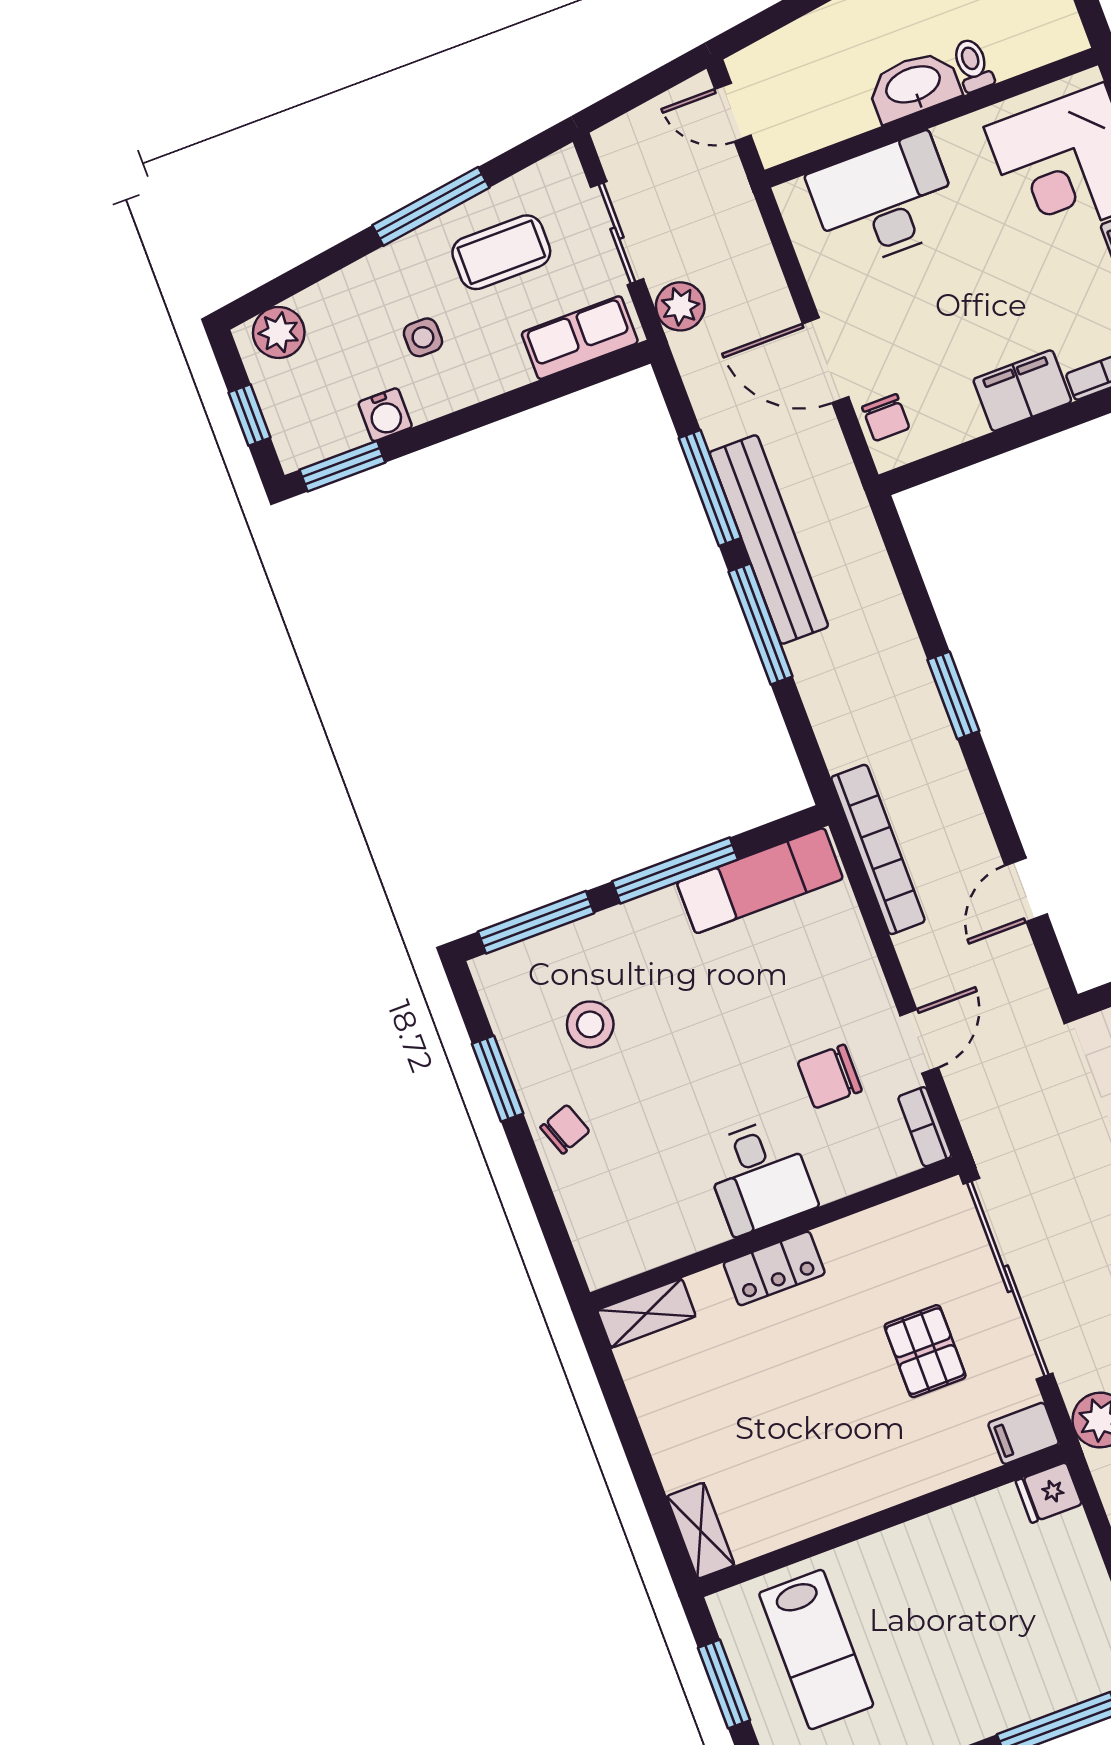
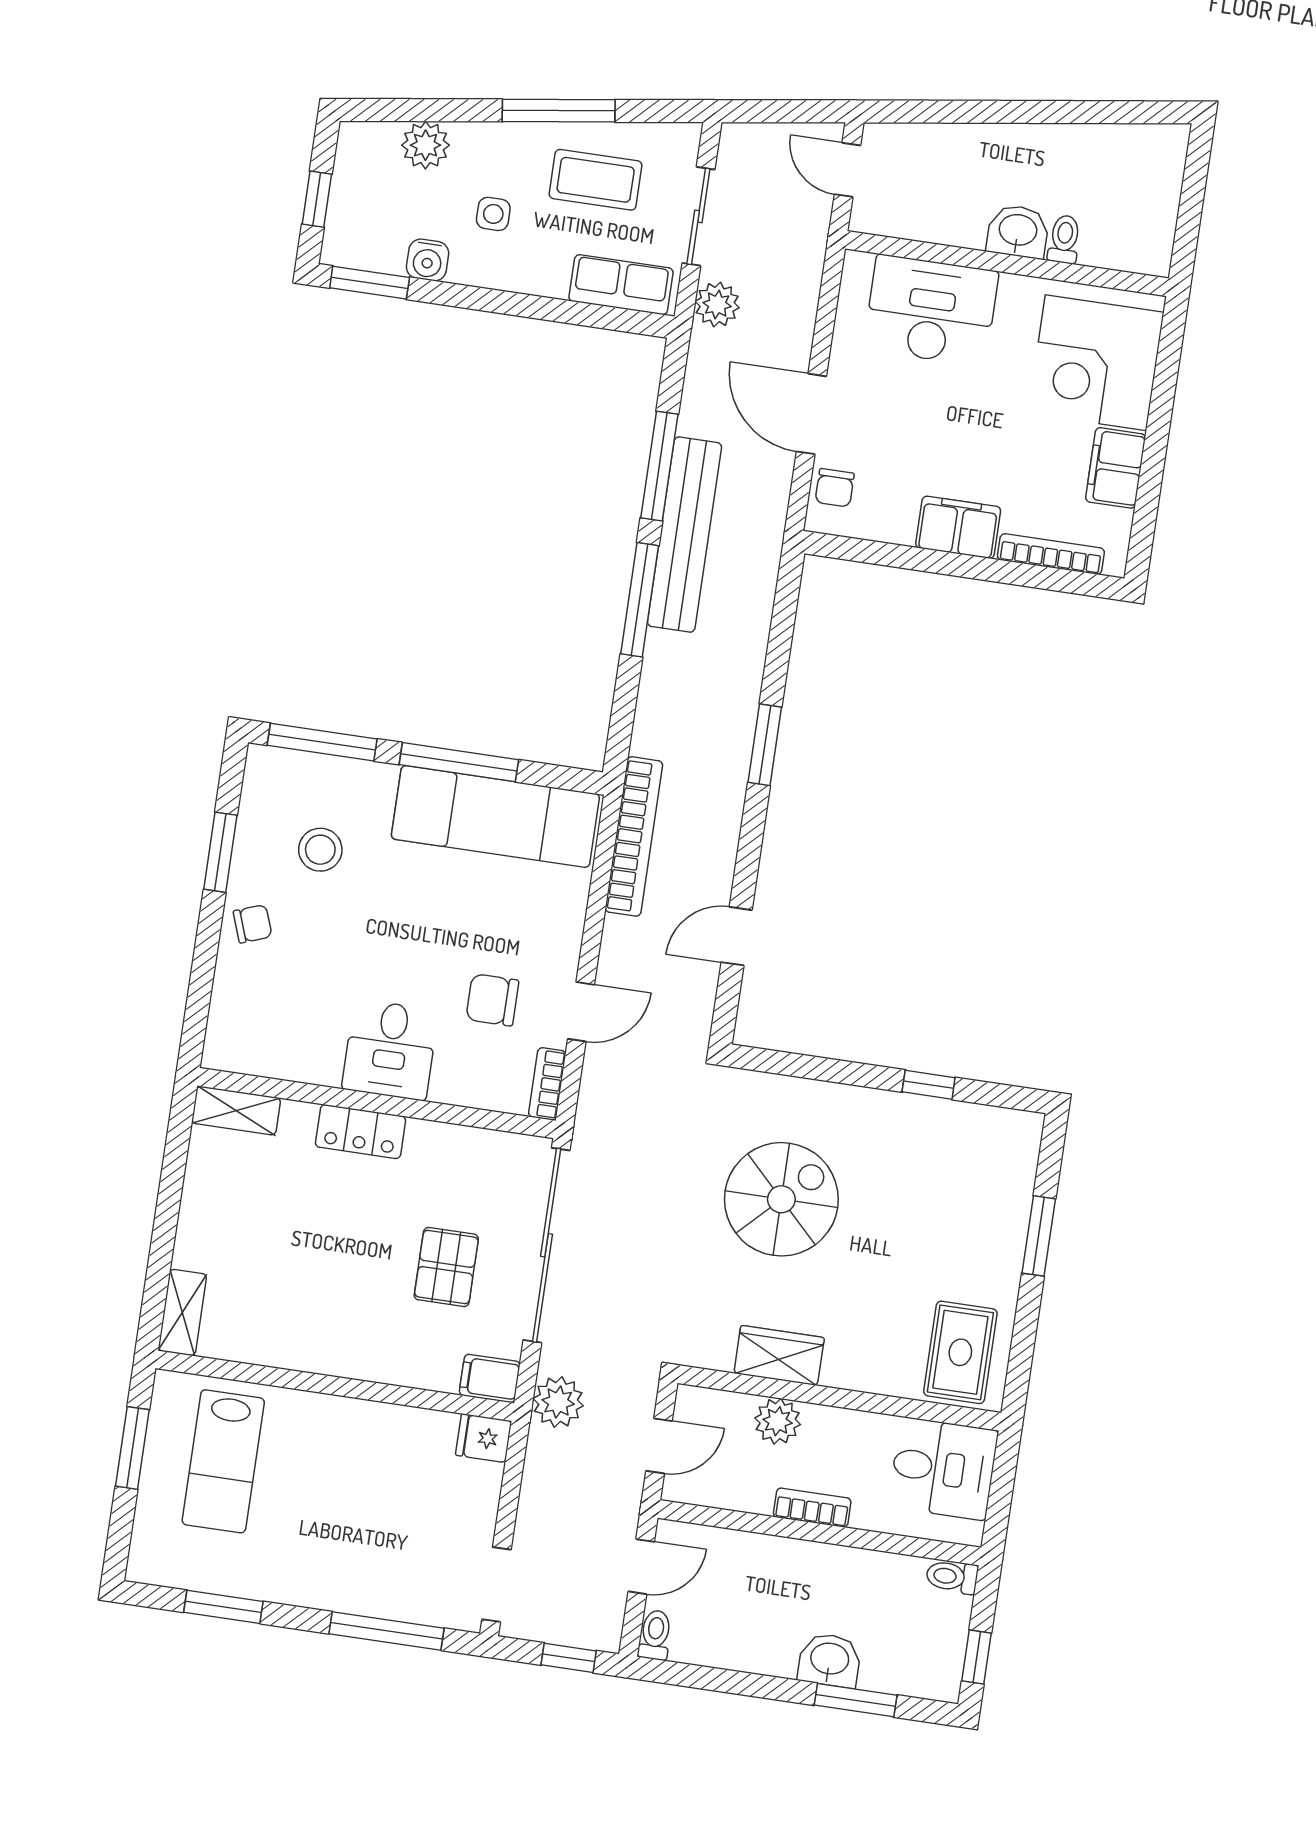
washbasin: (914, 86) -> (1018, 231), width x0.72
plant: (279, 332) -> (426, 145), moved
exam couch: (760, 881) -> (495, 817), width x1.36, depth x1.45

